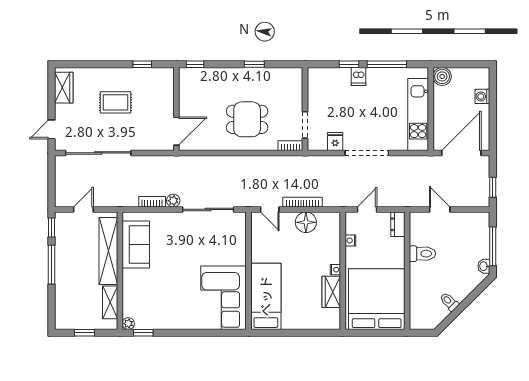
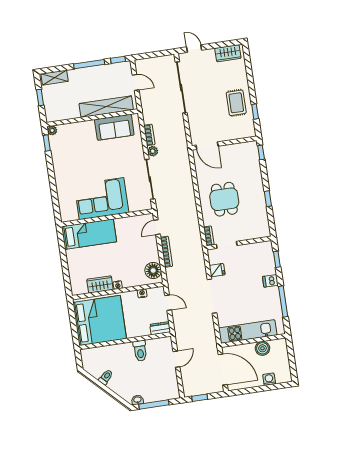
window: (349, 64) -> (277, 259), moved
boiler: (442, 76) -> (262, 348), moved
rug: (115, 102) -> (236, 103), moved
floor lamp: (306, 222) -> (153, 271), moved
corner sofa: (224, 298) -> (102, 199), moved
shelving: (110, 302) -> (55, 78), moved

